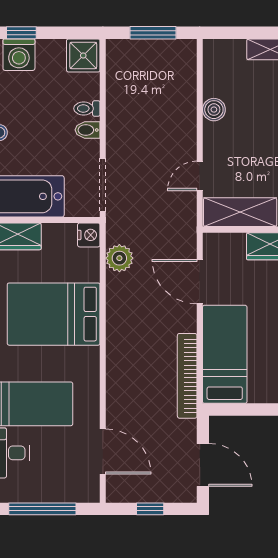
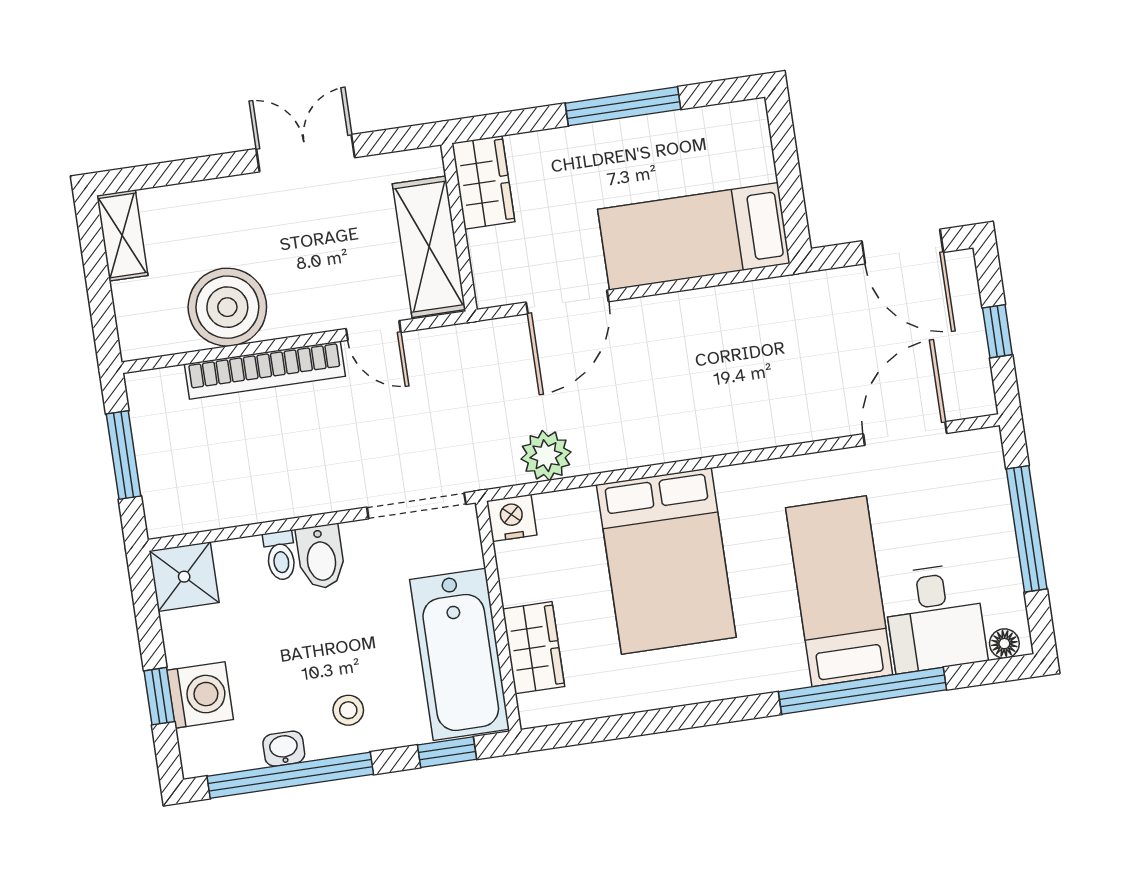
boiler: (214, 110) -> (227, 307), width x1.86, depth x1.86
bidet: (88, 130) -> (321, 557), width x1.38, depth x1.36
bookcase: (187, 376) -> (265, 370), moved
door: (203, 465) -> (903, 247), swing flipped

